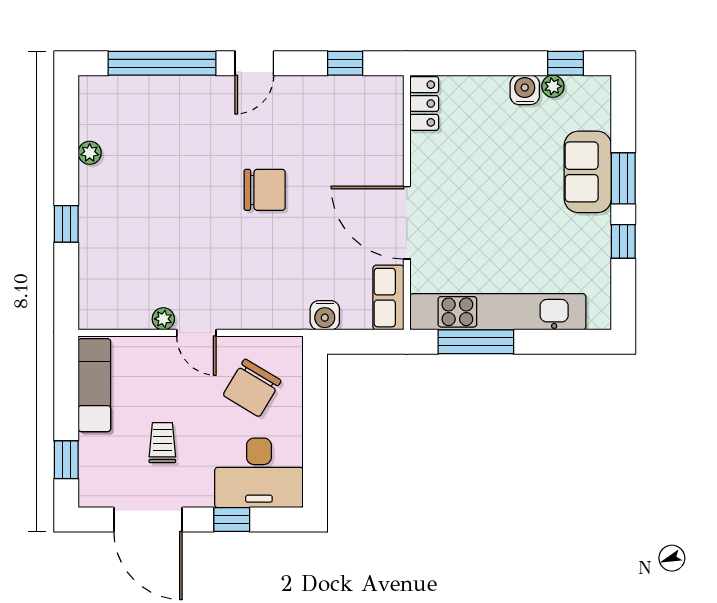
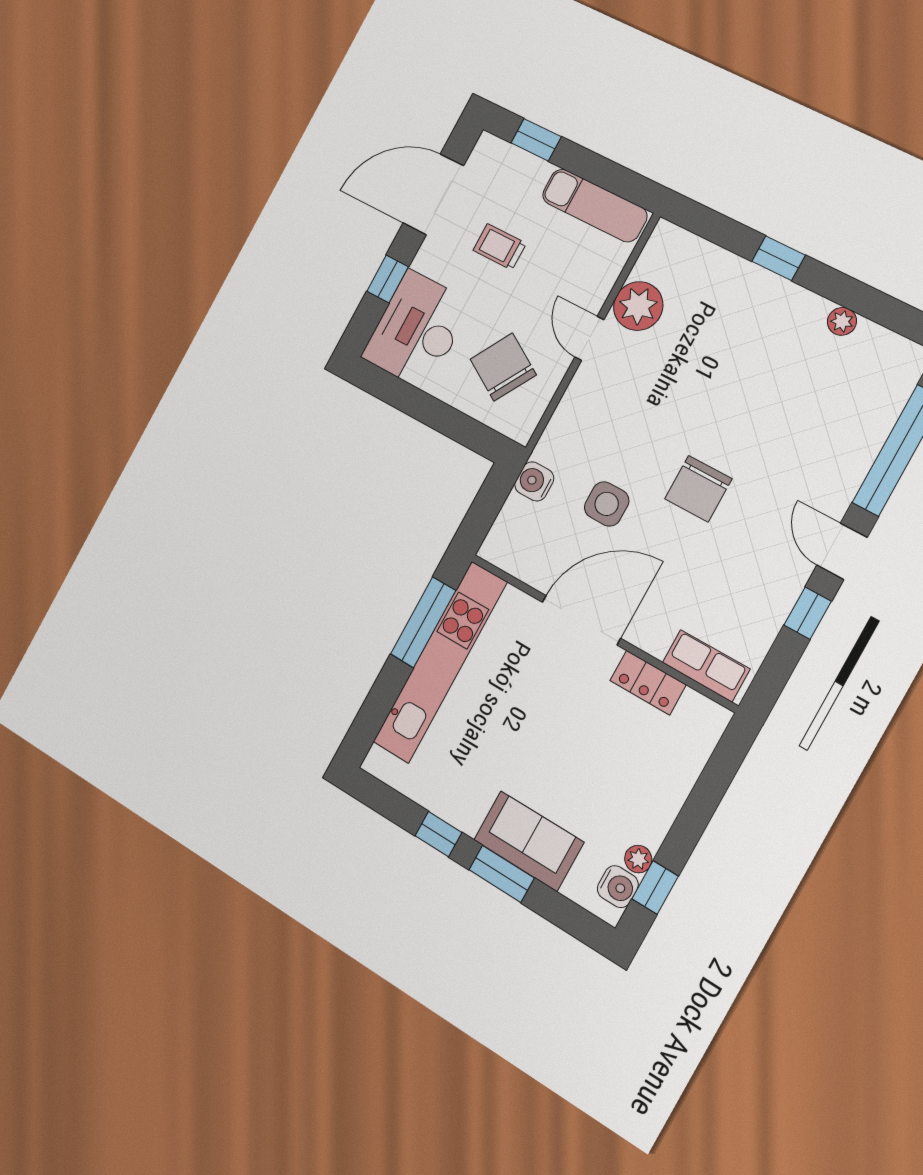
window: (345, 63) -> (808, 613), moved
water cooler: (525, 90) -> (618, 887), moved
locker: (424, 104) -> (648, 683), moved
side table: (312, 251) -> (607, 504), added
row of seats: (388, 298) -> (706, 666), moved
plant: (163, 319) -> (638, 306), width x1.87, depth x1.87
door: (196, 333) -> (589, 338), hinge flipped
trolley: (162, 443) -> (500, 247), turned 180

